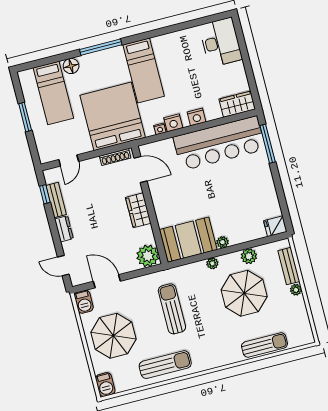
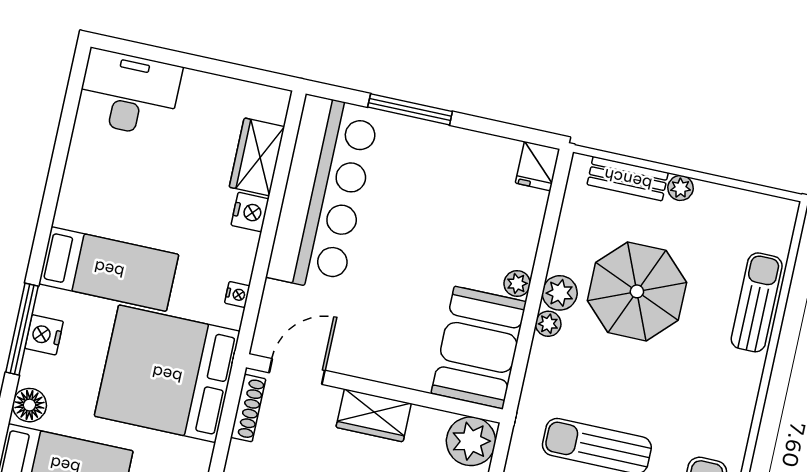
wardrobe: (237, 104) -> (257, 157), moved
nightstand: (173, 123) -> (44, 335), moved, turned 180
window: (268, 144) -> (410, 109), moved
plant: (249, 256) -> (560, 293), moved

